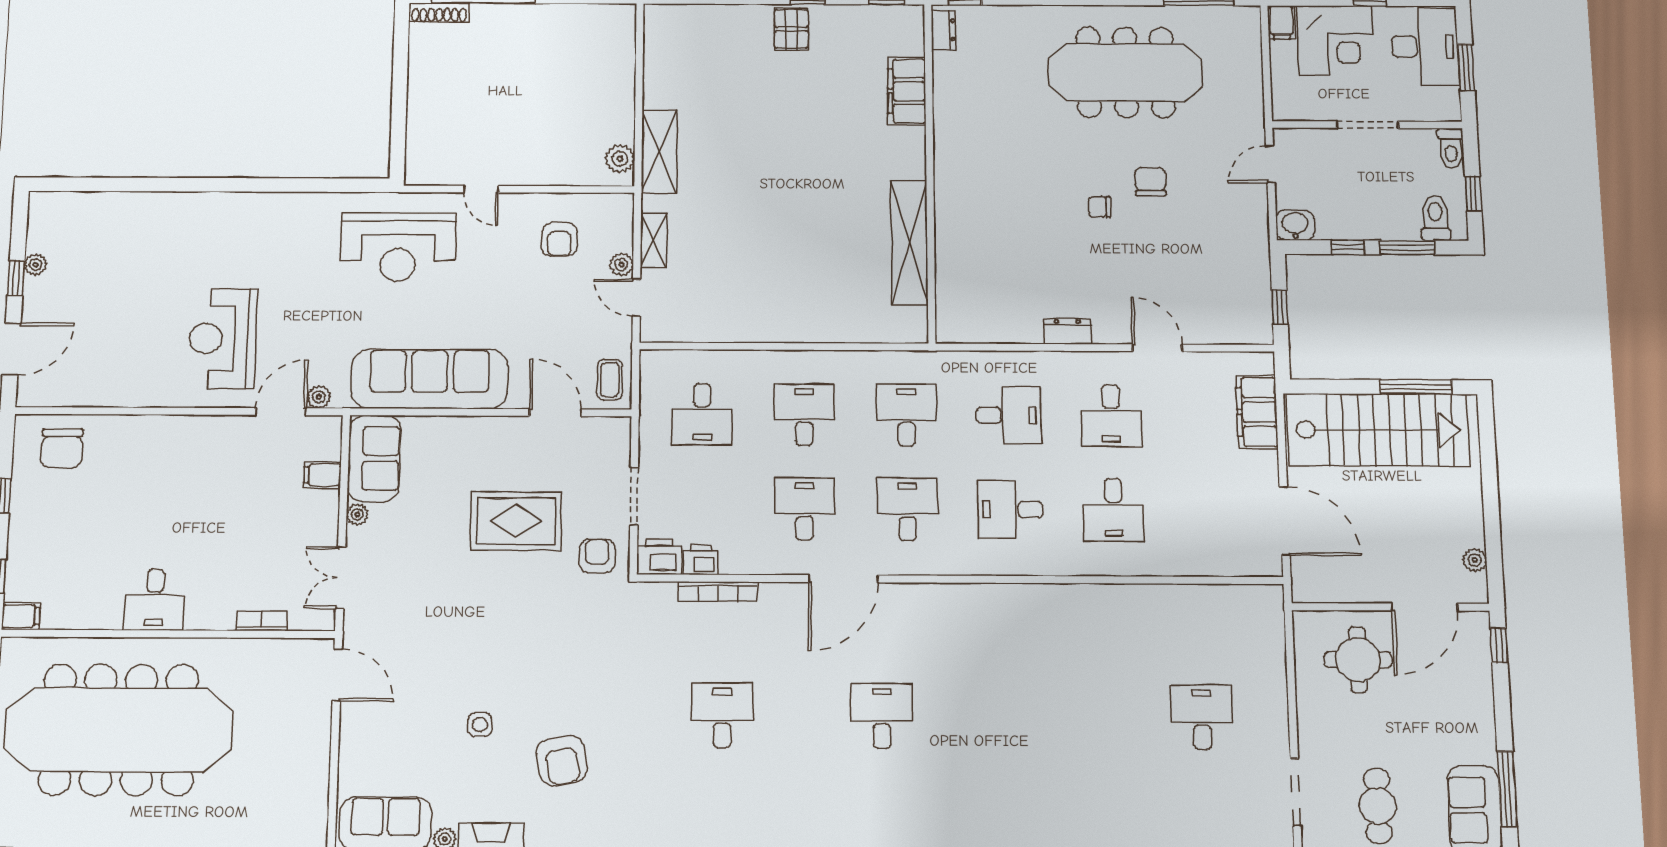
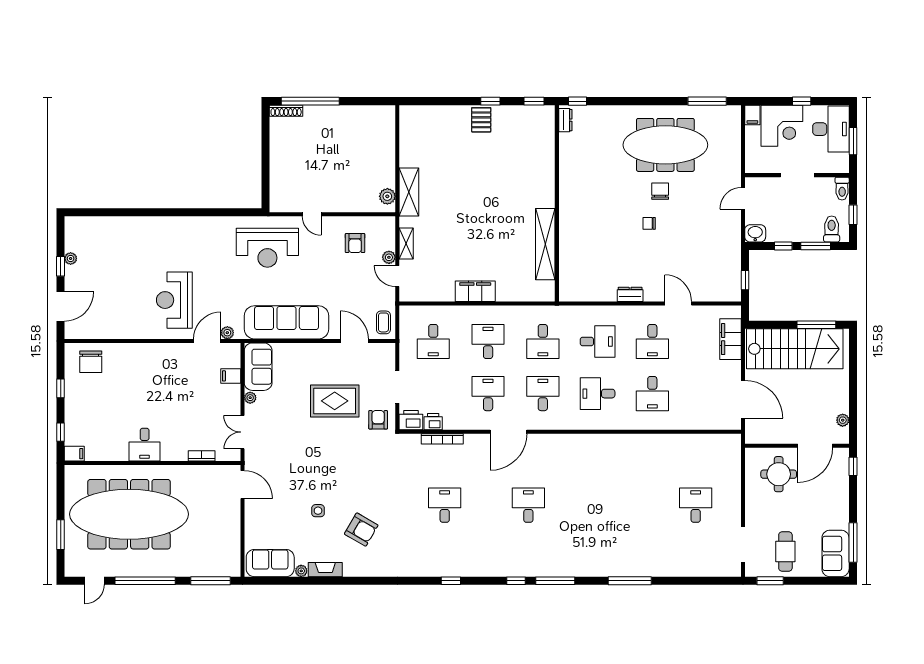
filing cabinet: (907, 91) -> (475, 291), moved, turned 90
chair: (1150, 182) -> (660, 191), moved
desk: (906, 415) -> (543, 342), turned 180
armchair: (562, 761) -> (361, 530), turned -49

